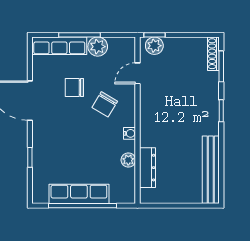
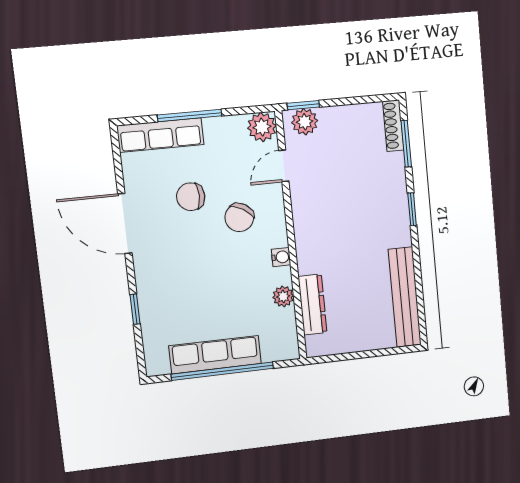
plant: (98, 47) -> (262, 127), moved

